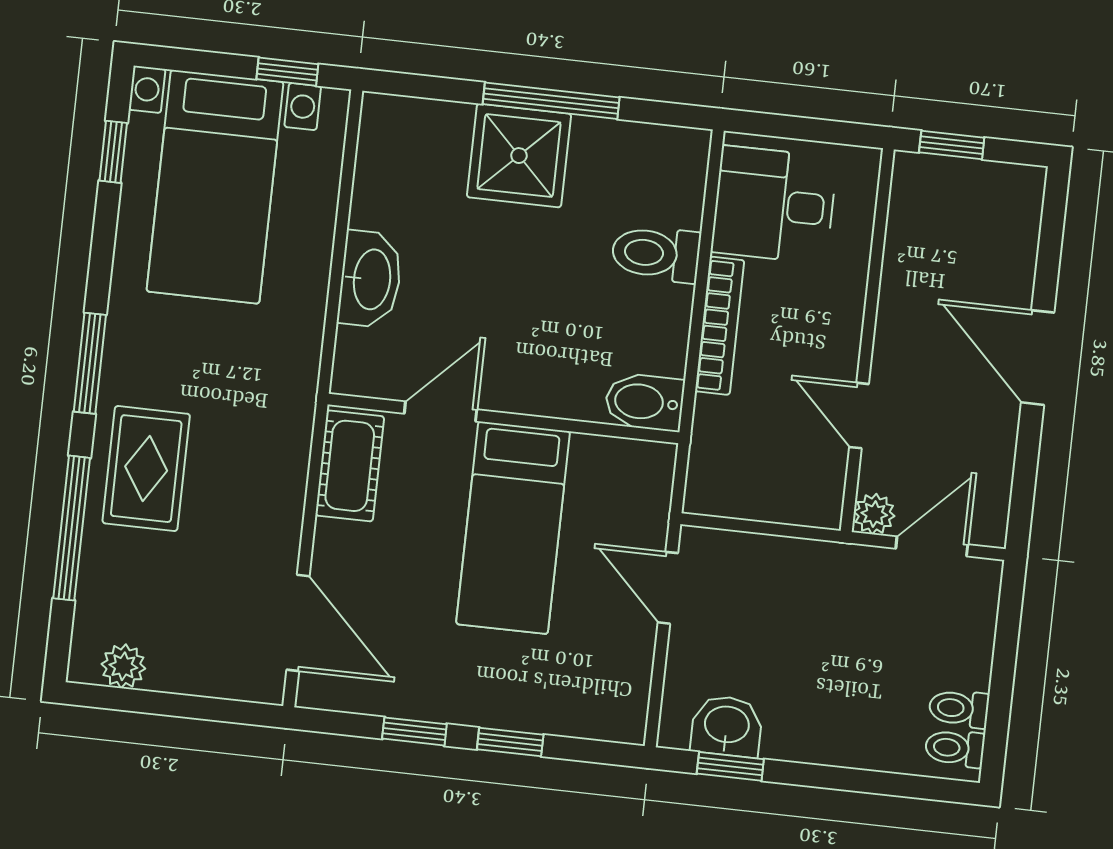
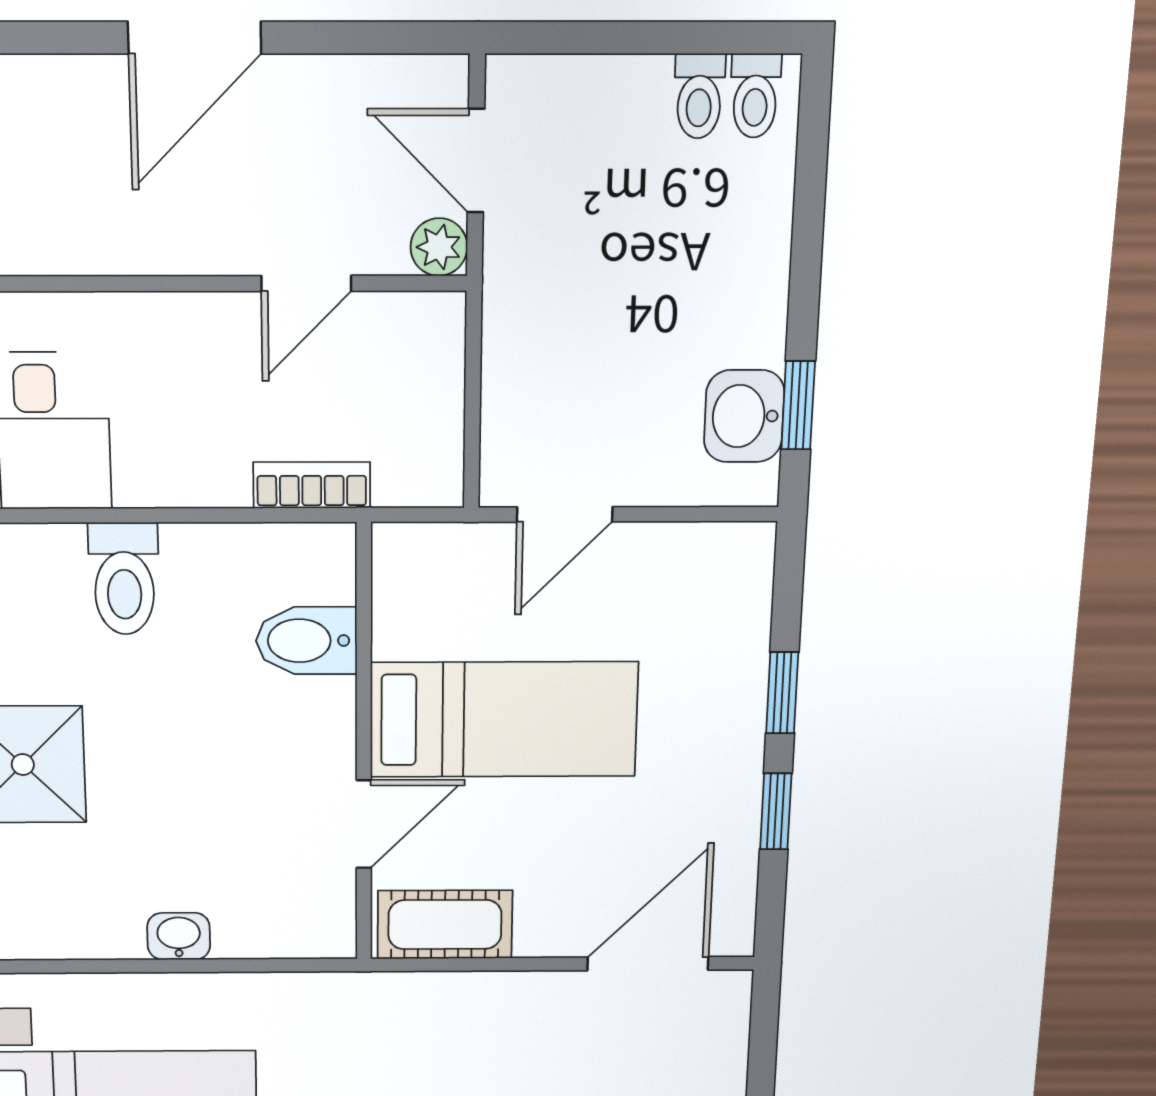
washbasin: (370, 279) -> (179, 936), width x0.52, depth x0.69
bookcase: (720, 326) -> (312, 485), moved, width x0.64
bidet: (644, 402) -> (306, 641), moved, turned 90
door: (441, 411) -> (364, 824), swing flipped

